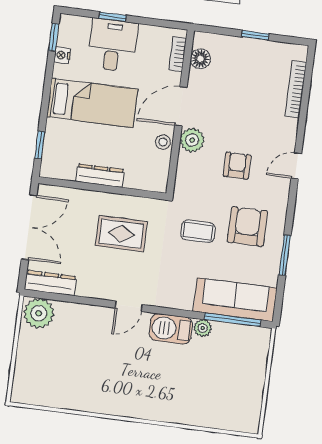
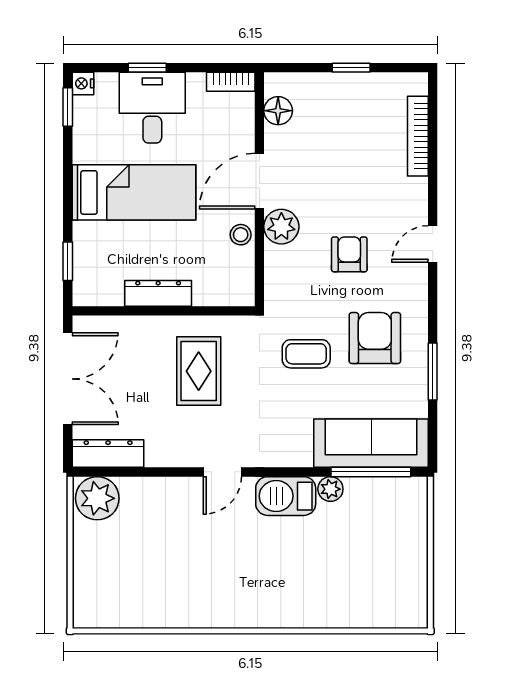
bookcase: (178, 54) -> (231, 82), moved, turned -90
nightstand: (62, 55) -> (83, 83), moved
rug: (121, 234) -> (199, 371), turned 90

